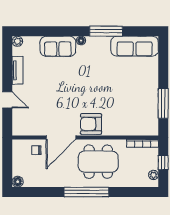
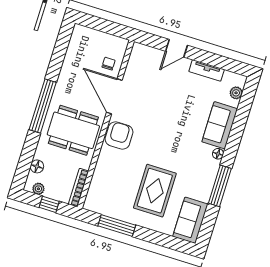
plant: (17, 41) -> (236, 93), moved
sofa: (135, 46) -> (190, 220), width x0.73
rug: (126, 82) -> (155, 191), added
dining table: (98, 162) -> (73, 130), turned 90
floor lamp: (18, 182) -> (37, 166), moved

